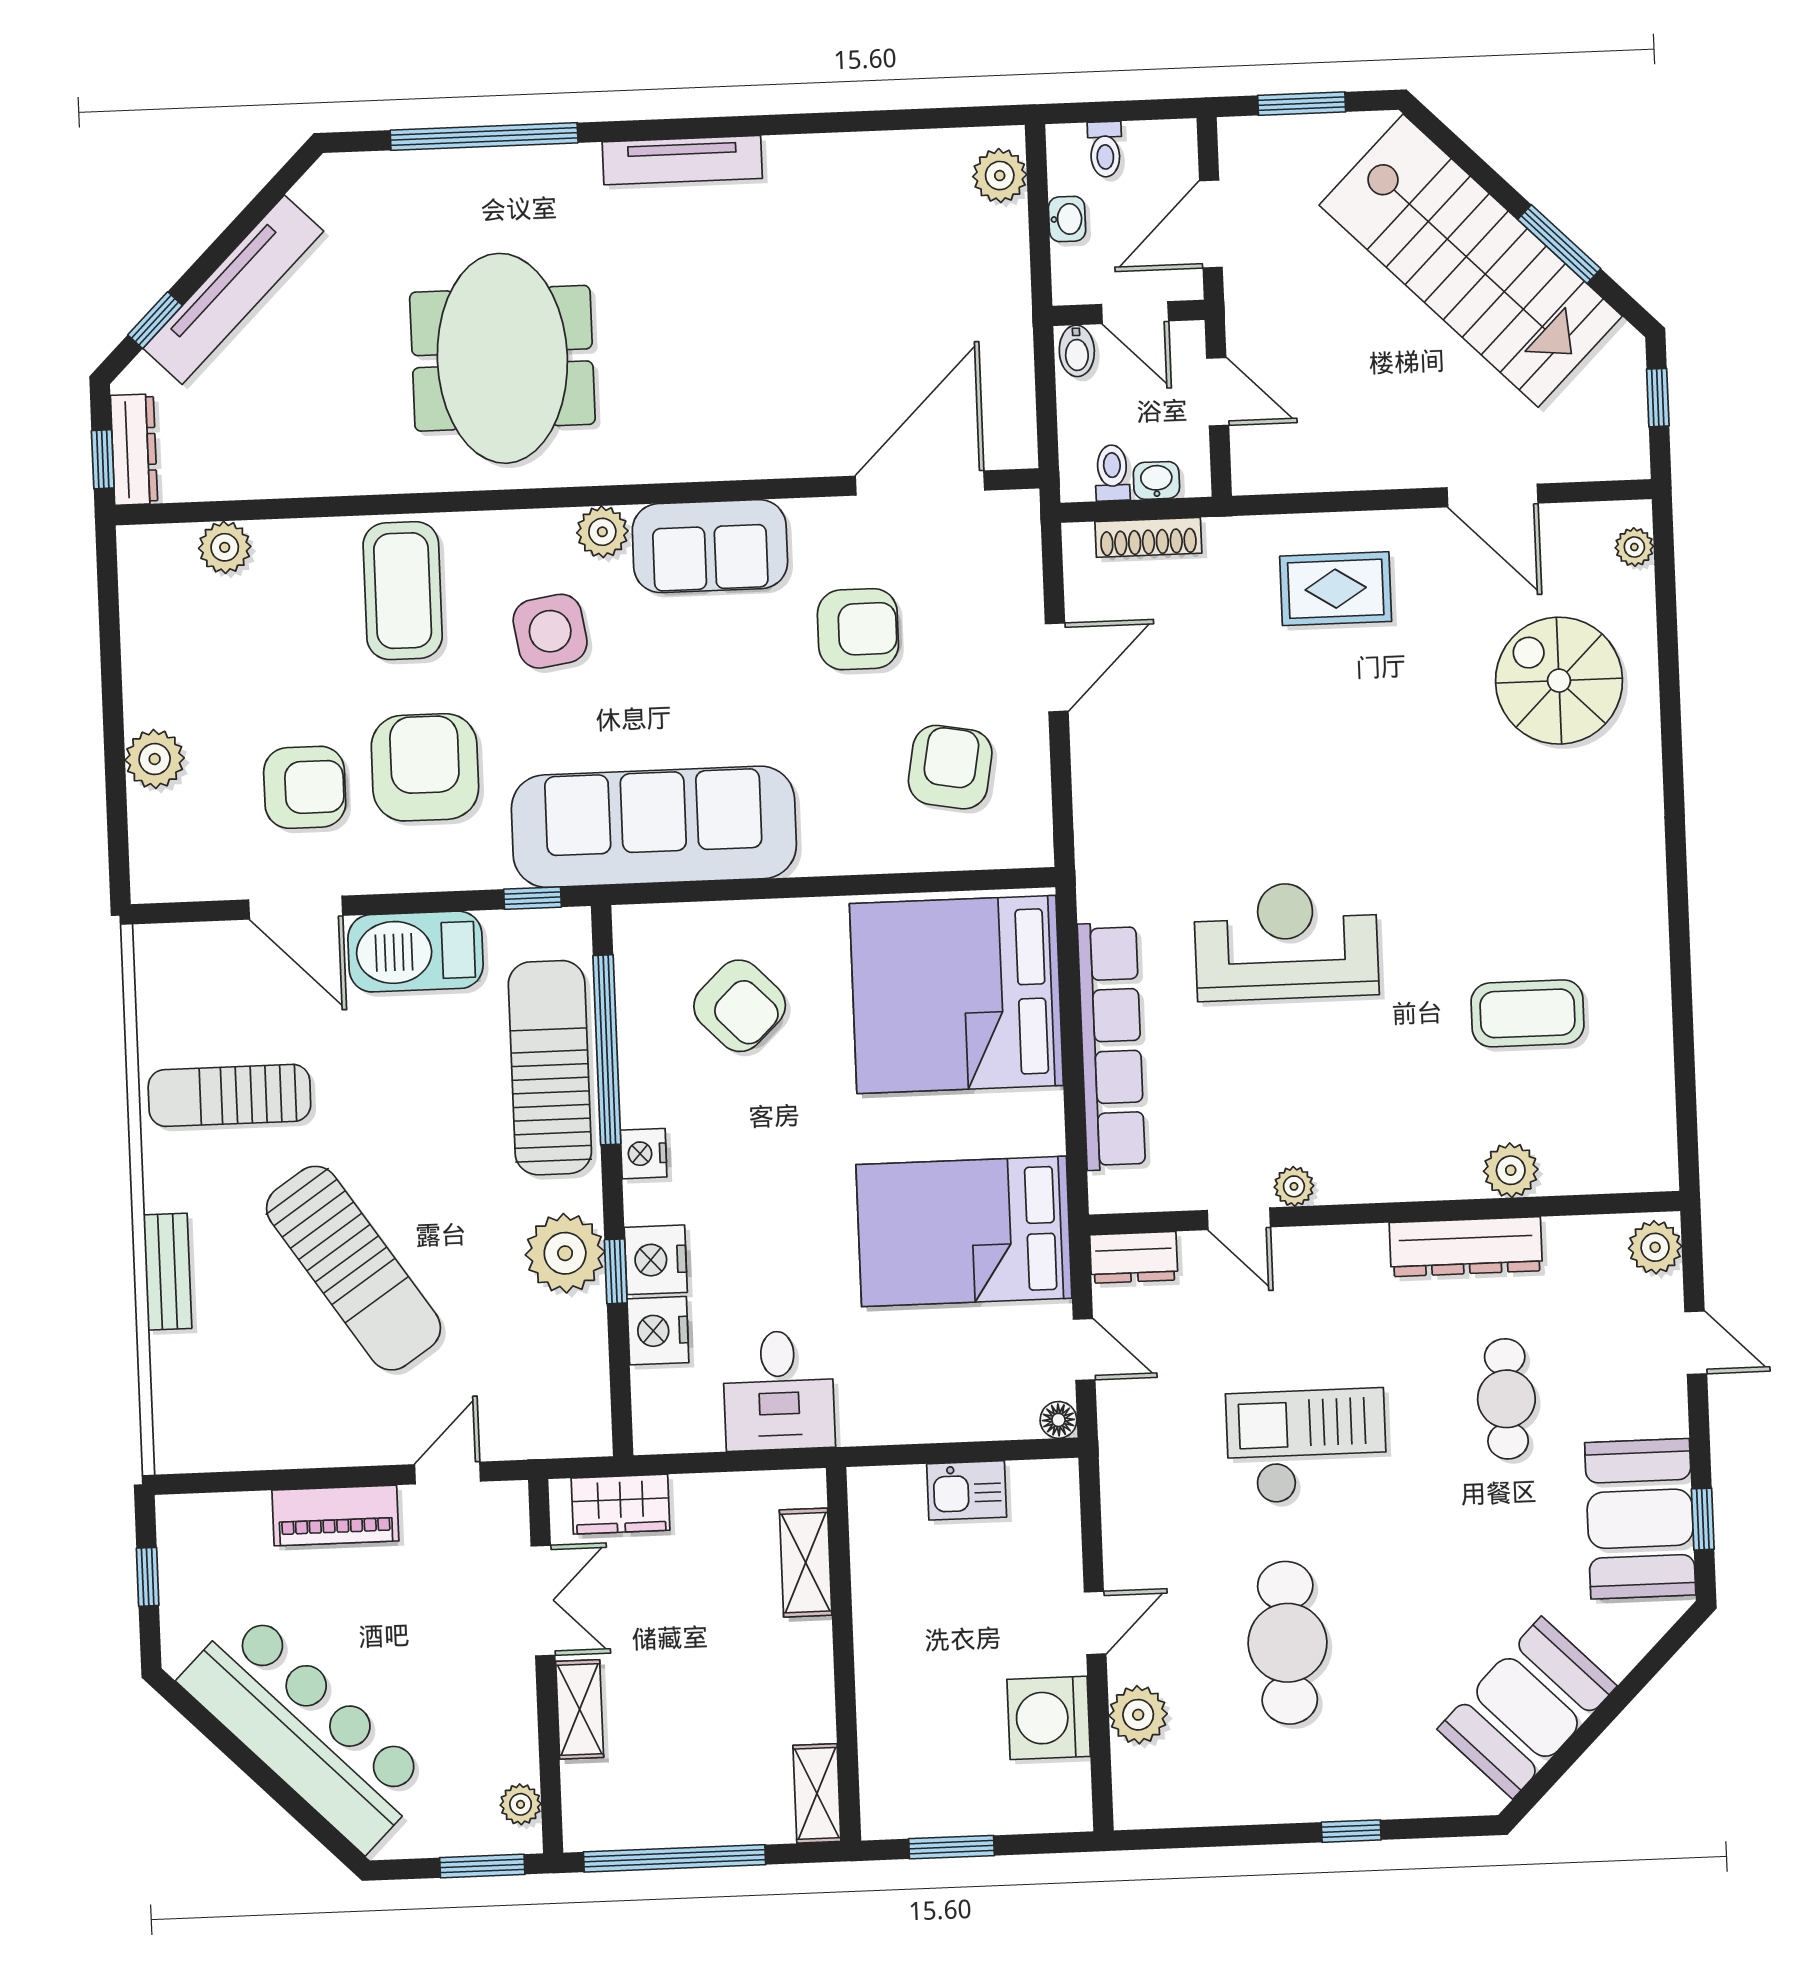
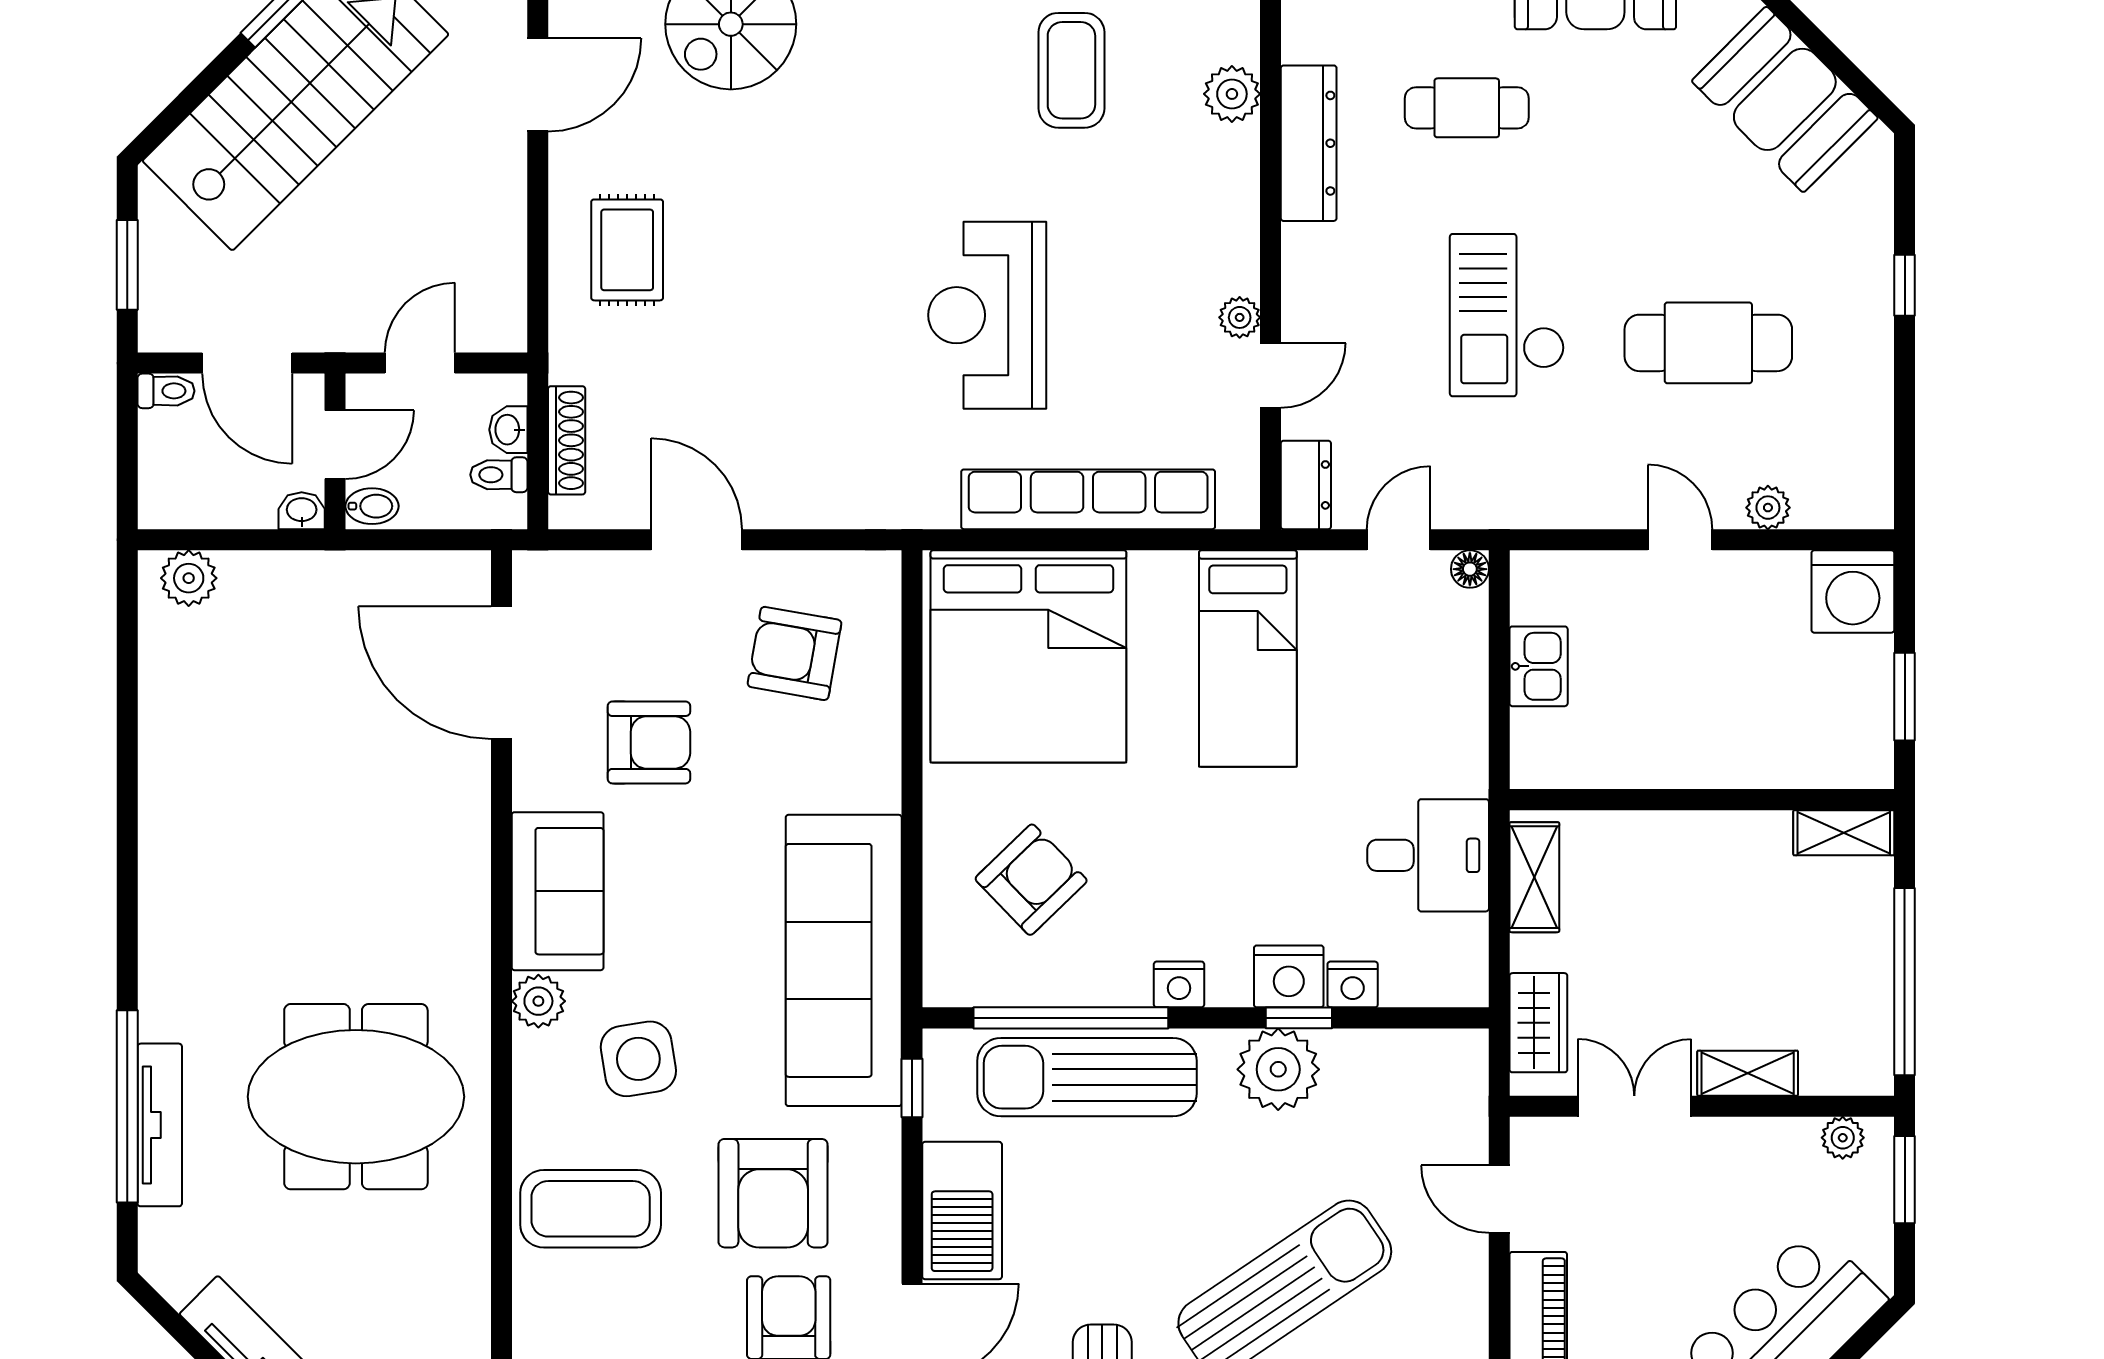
toilet: (1105, 149) -> (166, 391), moved
tv unit: (682, 160) -> (160, 1125), moved
washbasin: (1067, 219) -> (302, 511), moved
armchair: (858, 629) -> (649, 742), turned 90
armchair: (425, 767) -> (773, 1193), turned -90
bed: (964, 1231) -> (1248, 658), width x0.67
nightstand: (658, 1331) -> (1353, 984), width x0.74, depth x0.75
shelving: (806, 1563) -> (1534, 877), moved, turned 90
plant: (1138, 1715) -> (1768, 508), width x0.73, depth x0.73
washing machine: (1049, 1718) -> (1853, 591), moved

